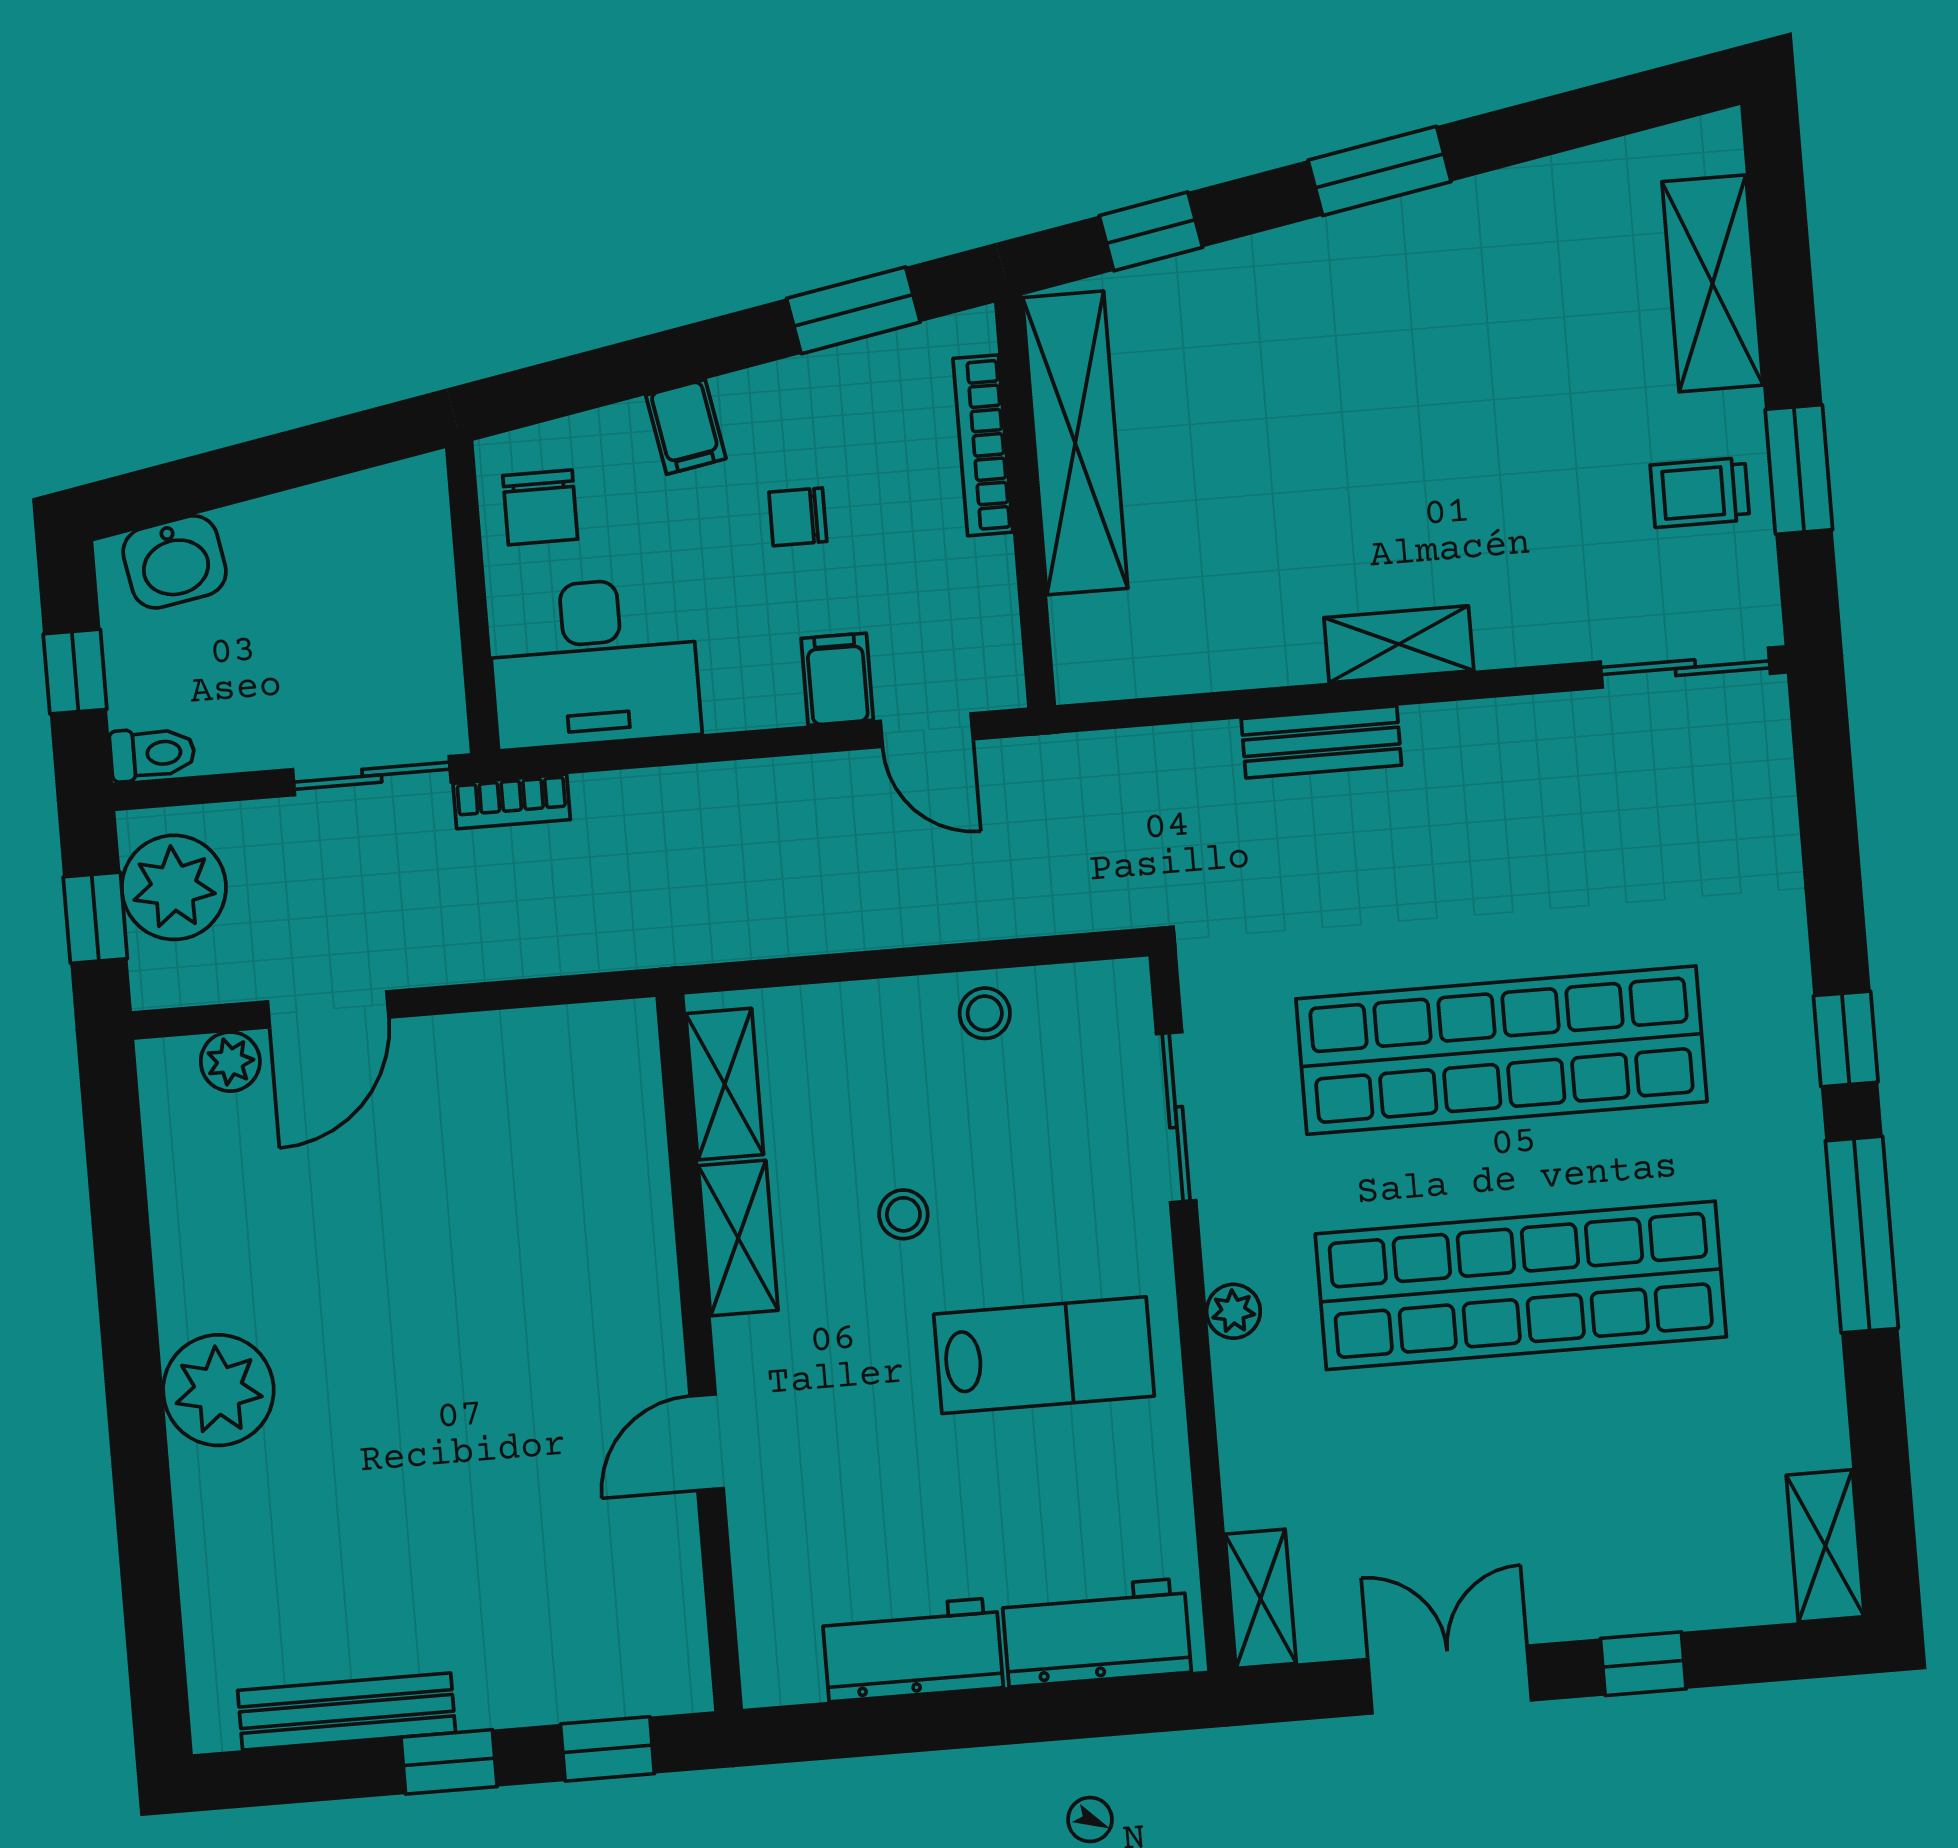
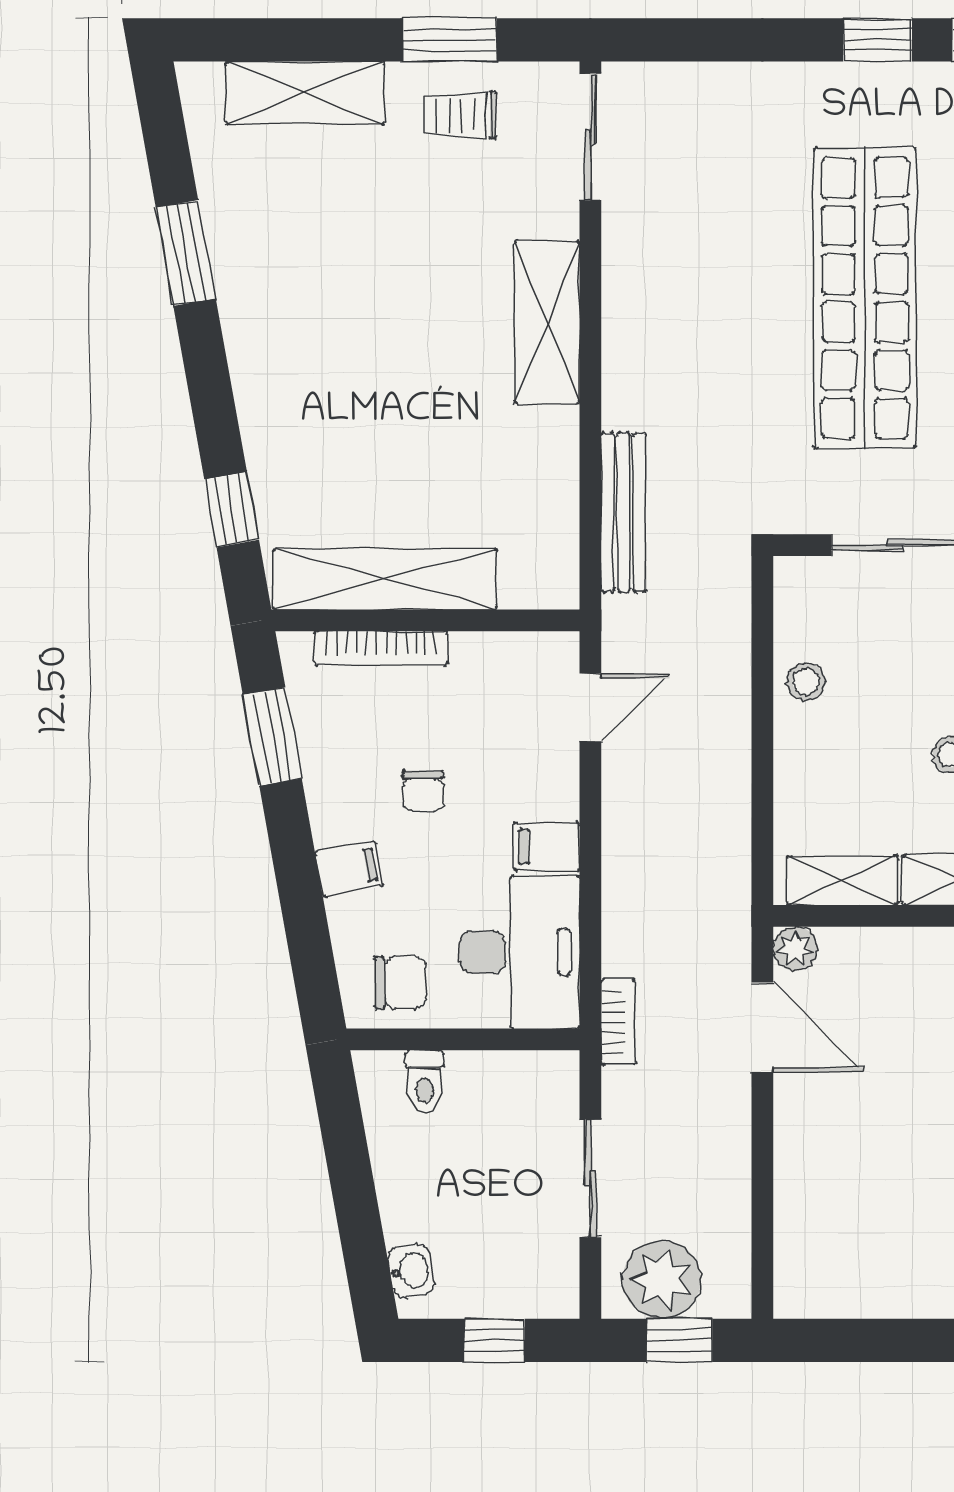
window: (1380, 171) -> (186, 253), moved
trolley: (1700, 492) -> (460, 115), turned 90
washbasin: (175, 562) -> (411, 1271), width x0.72, depth x0.69
shelving: (1399, 644) -> (547, 322), width x1.50, depth x1.33
filing cabinet: (837, 679) -> (547, 847), moved
bench: (1321, 742) -> (624, 512), moved, width x1.36
toilet: (152, 754) -> (425, 1081), moved, turned 180
sliding door: (372, 776) -> (590, 1178), moved
door: (328, 1009) -> (762, 1027), moved
plant: (230, 1062) -> (795, 949), moved

